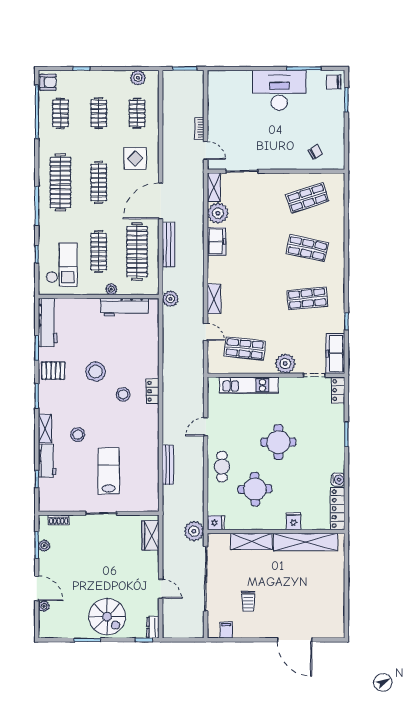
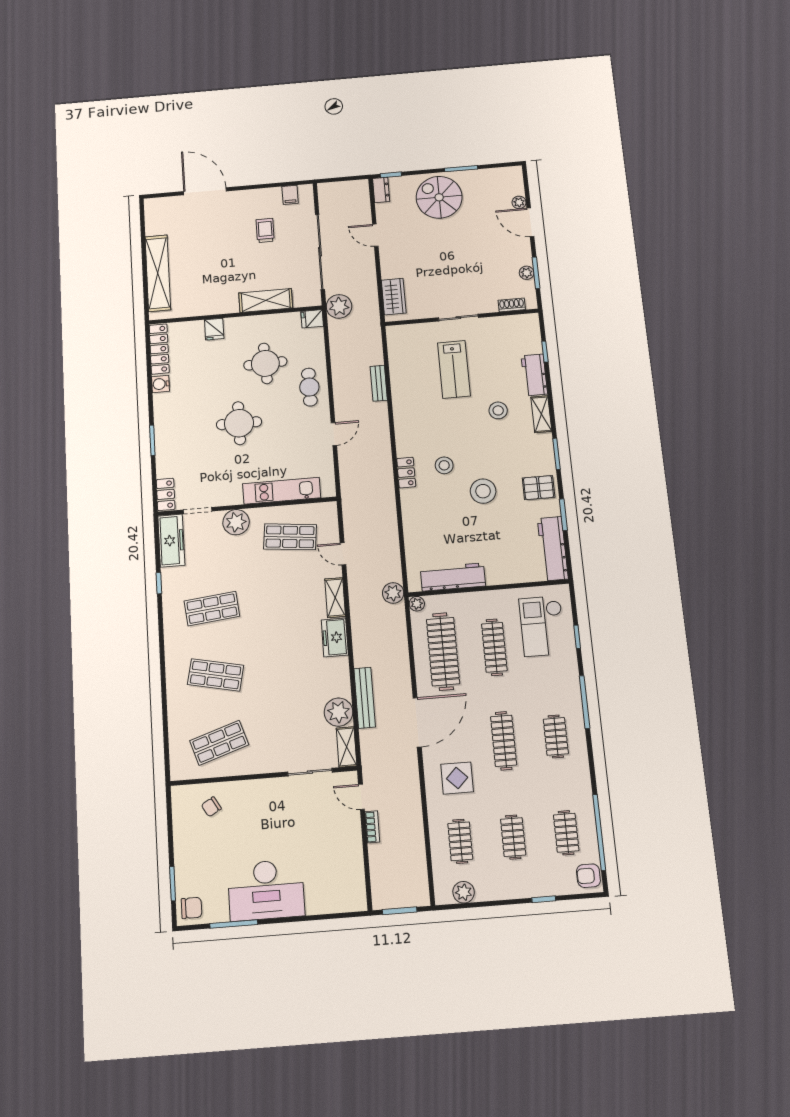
clothes rail: (60, 182) -> (556, 736), width x0.54, depth x0.76
freezer: (217, 242) -> (335, 637), moved
bench: (169, 245) -> (365, 698), moved
plant: (111, 289) -> (417, 604), moved
bench: (168, 465) -> (379, 383), width x0.73
shelving: (306, 542) -> (158, 273), moved, turned 90

